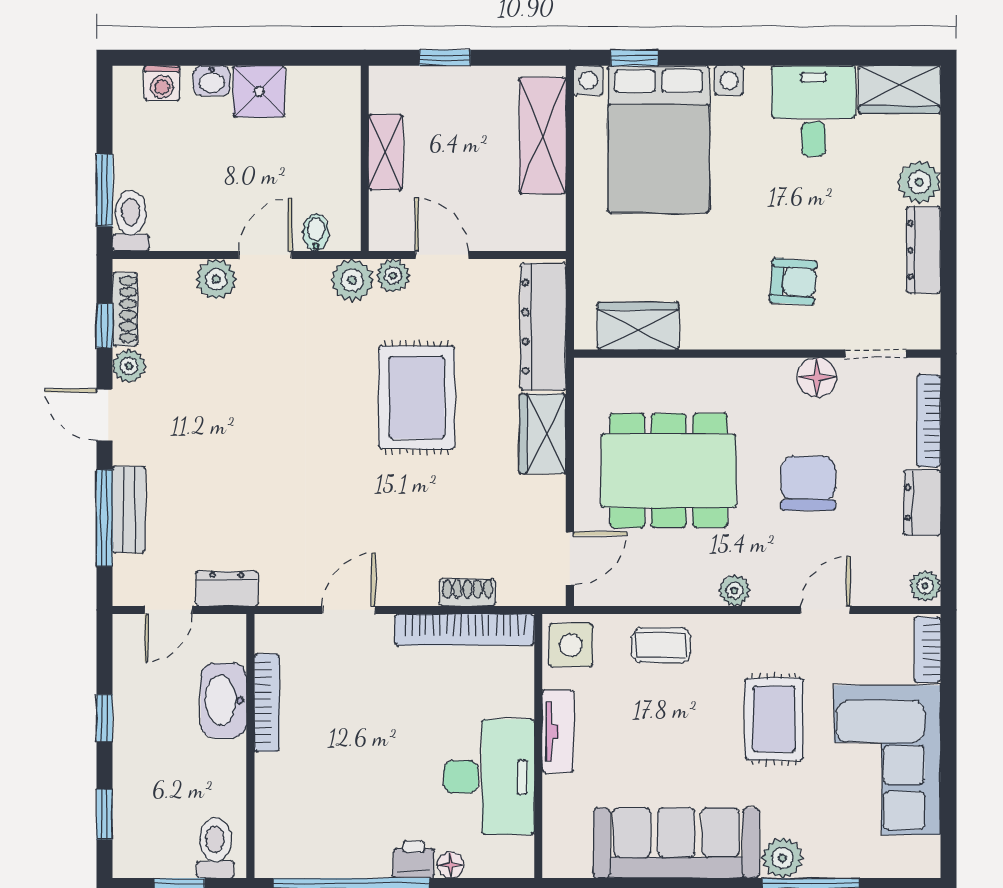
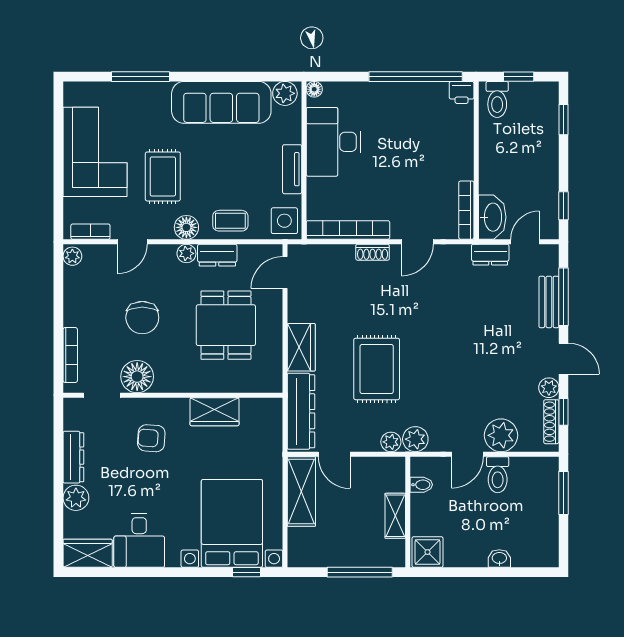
window: (445, 58) -> (360, 572), width x2.17
washing machine: (162, 83) -> (529, 557), removed
shower: (259, 91) -> (428, 552), moved
shelving: (543, 135) -> (301, 491), moved
toilet: (131, 221) -> (498, 475), moved
bidet: (316, 232) -> (421, 485), moved, turned -90
door: (442, 255) -> (334, 454), moved
plant: (216, 279) -> (501, 435), width x1.36, depth x1.36
wardrobe: (638, 326) -> (215, 412), moved
floor lamp: (817, 377) -> (137, 377), width x1.38, depth x1.38
dining table: (669, 471) -> (226, 325), width x0.73
dresser: (922, 503) -> (217, 255), moved, turned 90
shoe rack: (467, 592) -> (373, 252), moved
floor lamp: (735, 634) -> (186, 227), added
bookcase: (928, 650) -> (90, 232), moved, turned -90
washbasin: (224, 700) -> (492, 217), moved
bookcase: (267, 703) -> (466, 210), moved
window: (104, 718) -> (564, 206), moved
plant: (783, 858) -> (285, 93), moved
printer: (414, 860) -> (462, 92), moved
floor lamp: (451, 865) -> (314, 89), moved

